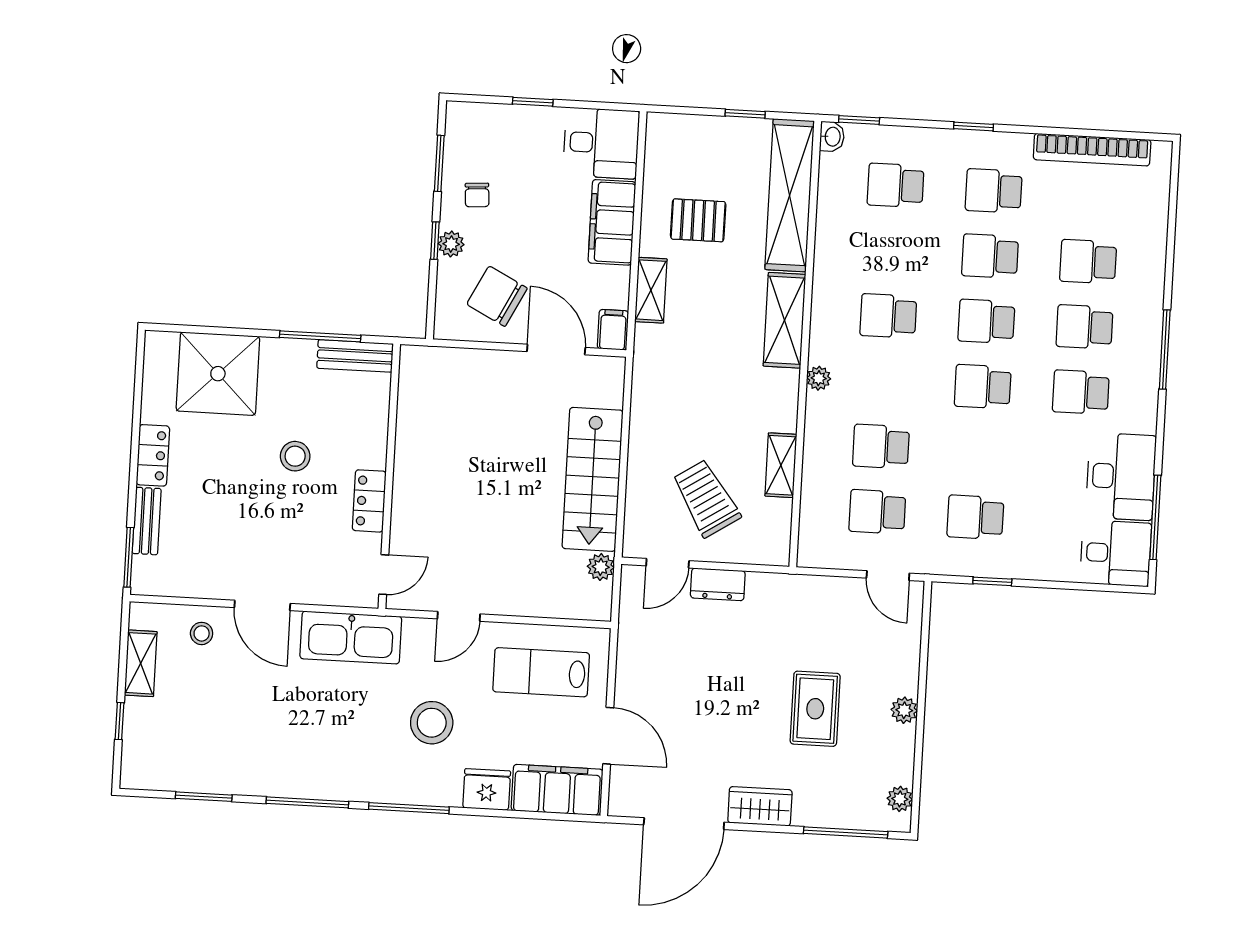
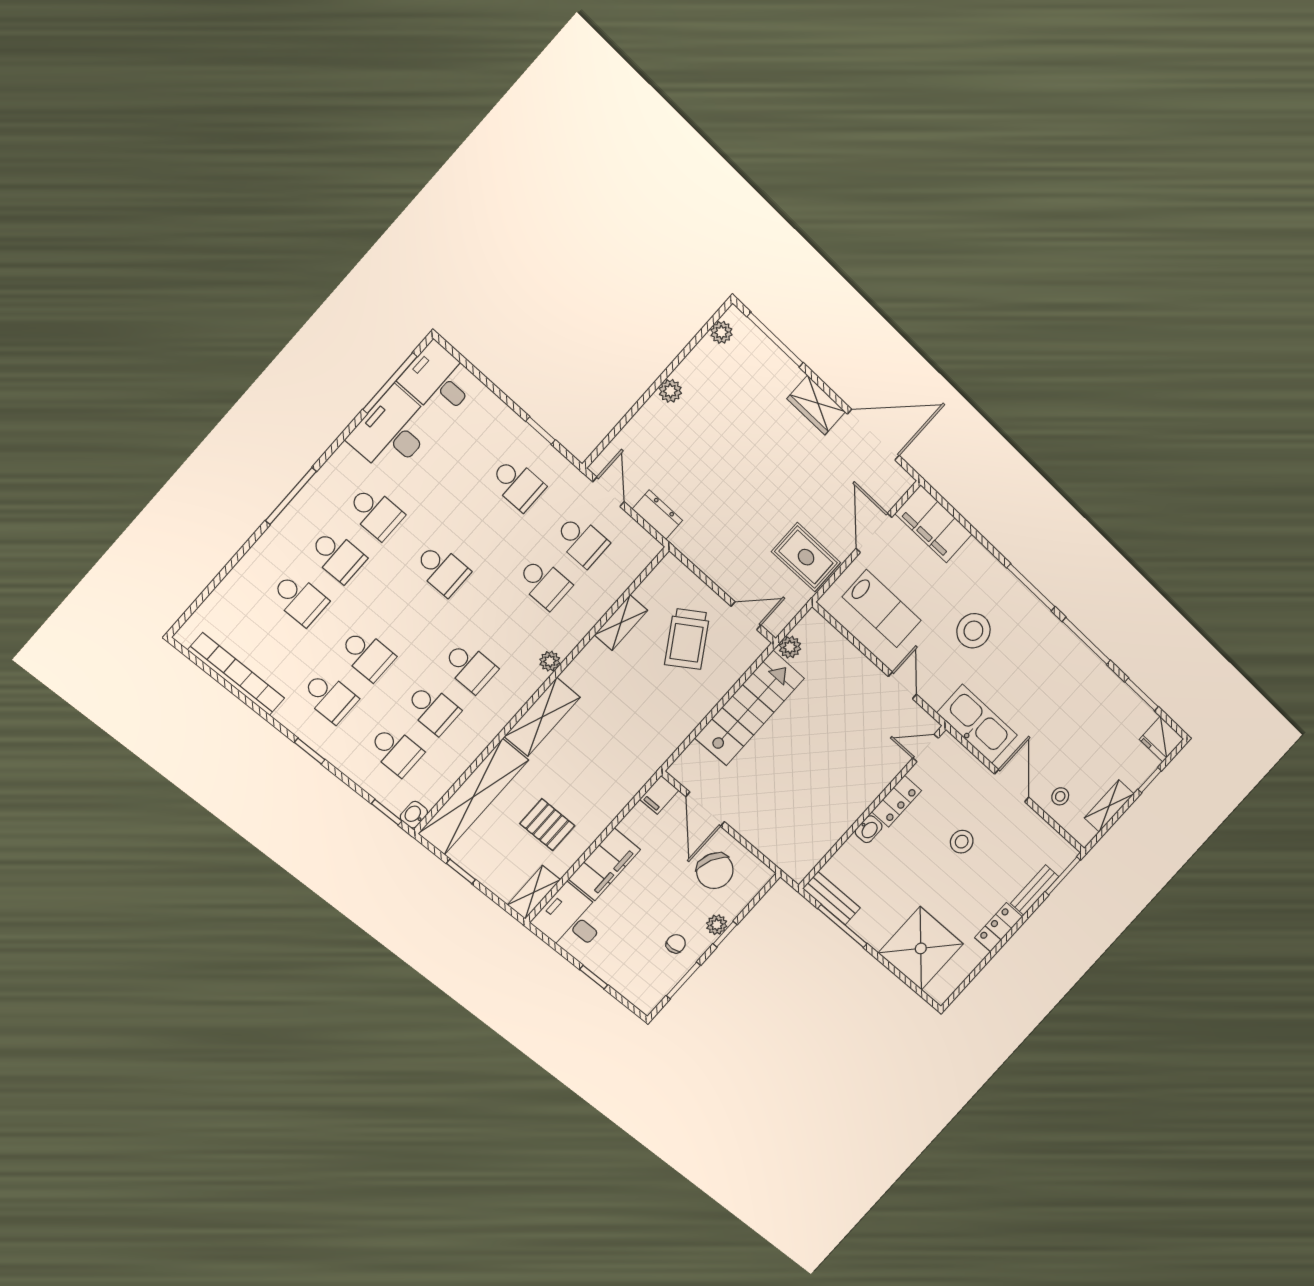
shelving: (651, 290) -> (534, 892), moved
school desk: (986, 321) -> (433, 709), moved
washbasin: (375, 452) -> (869, 829), added
stool: (295, 456) -> (962, 842), moved
dresser: (718, 584) -> (657, 515), moved
door: (459, 616) -> (902, 685), hinge flipped
rug: (815, 709) -> (806, 557), moved, turned 90
fridge: (487, 789) -> (1162, 739), moved

